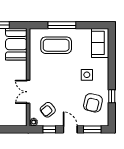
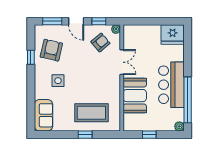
window: (62, 25) -> (85, 135), width x0.46
booth: (16, 44) -> (135, 96), moved

